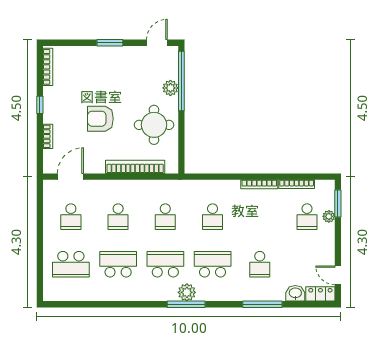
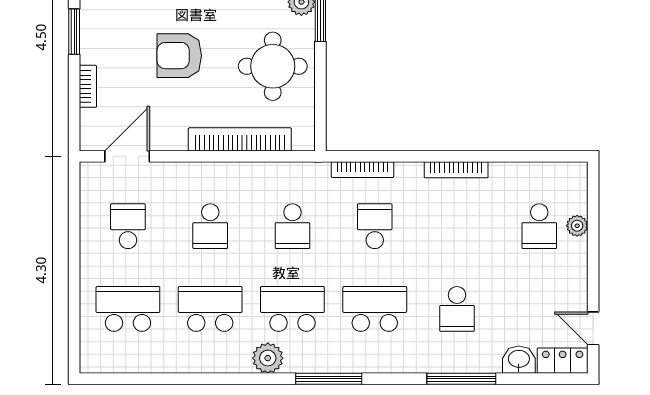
window: (40, 105) -> (74, 32), width x1.50
bookcase: (297, 184) -> (362, 170), moved
window: (338, 203) -> (593, 203), removed
school desk: (71, 217) -> (128, 226), turned 180
school desk: (213, 217) -> (375, 226), turned 180
school desk: (71, 264) -> (128, 309), turned 180
plant: (187, 292) -> (268, 358), moved

